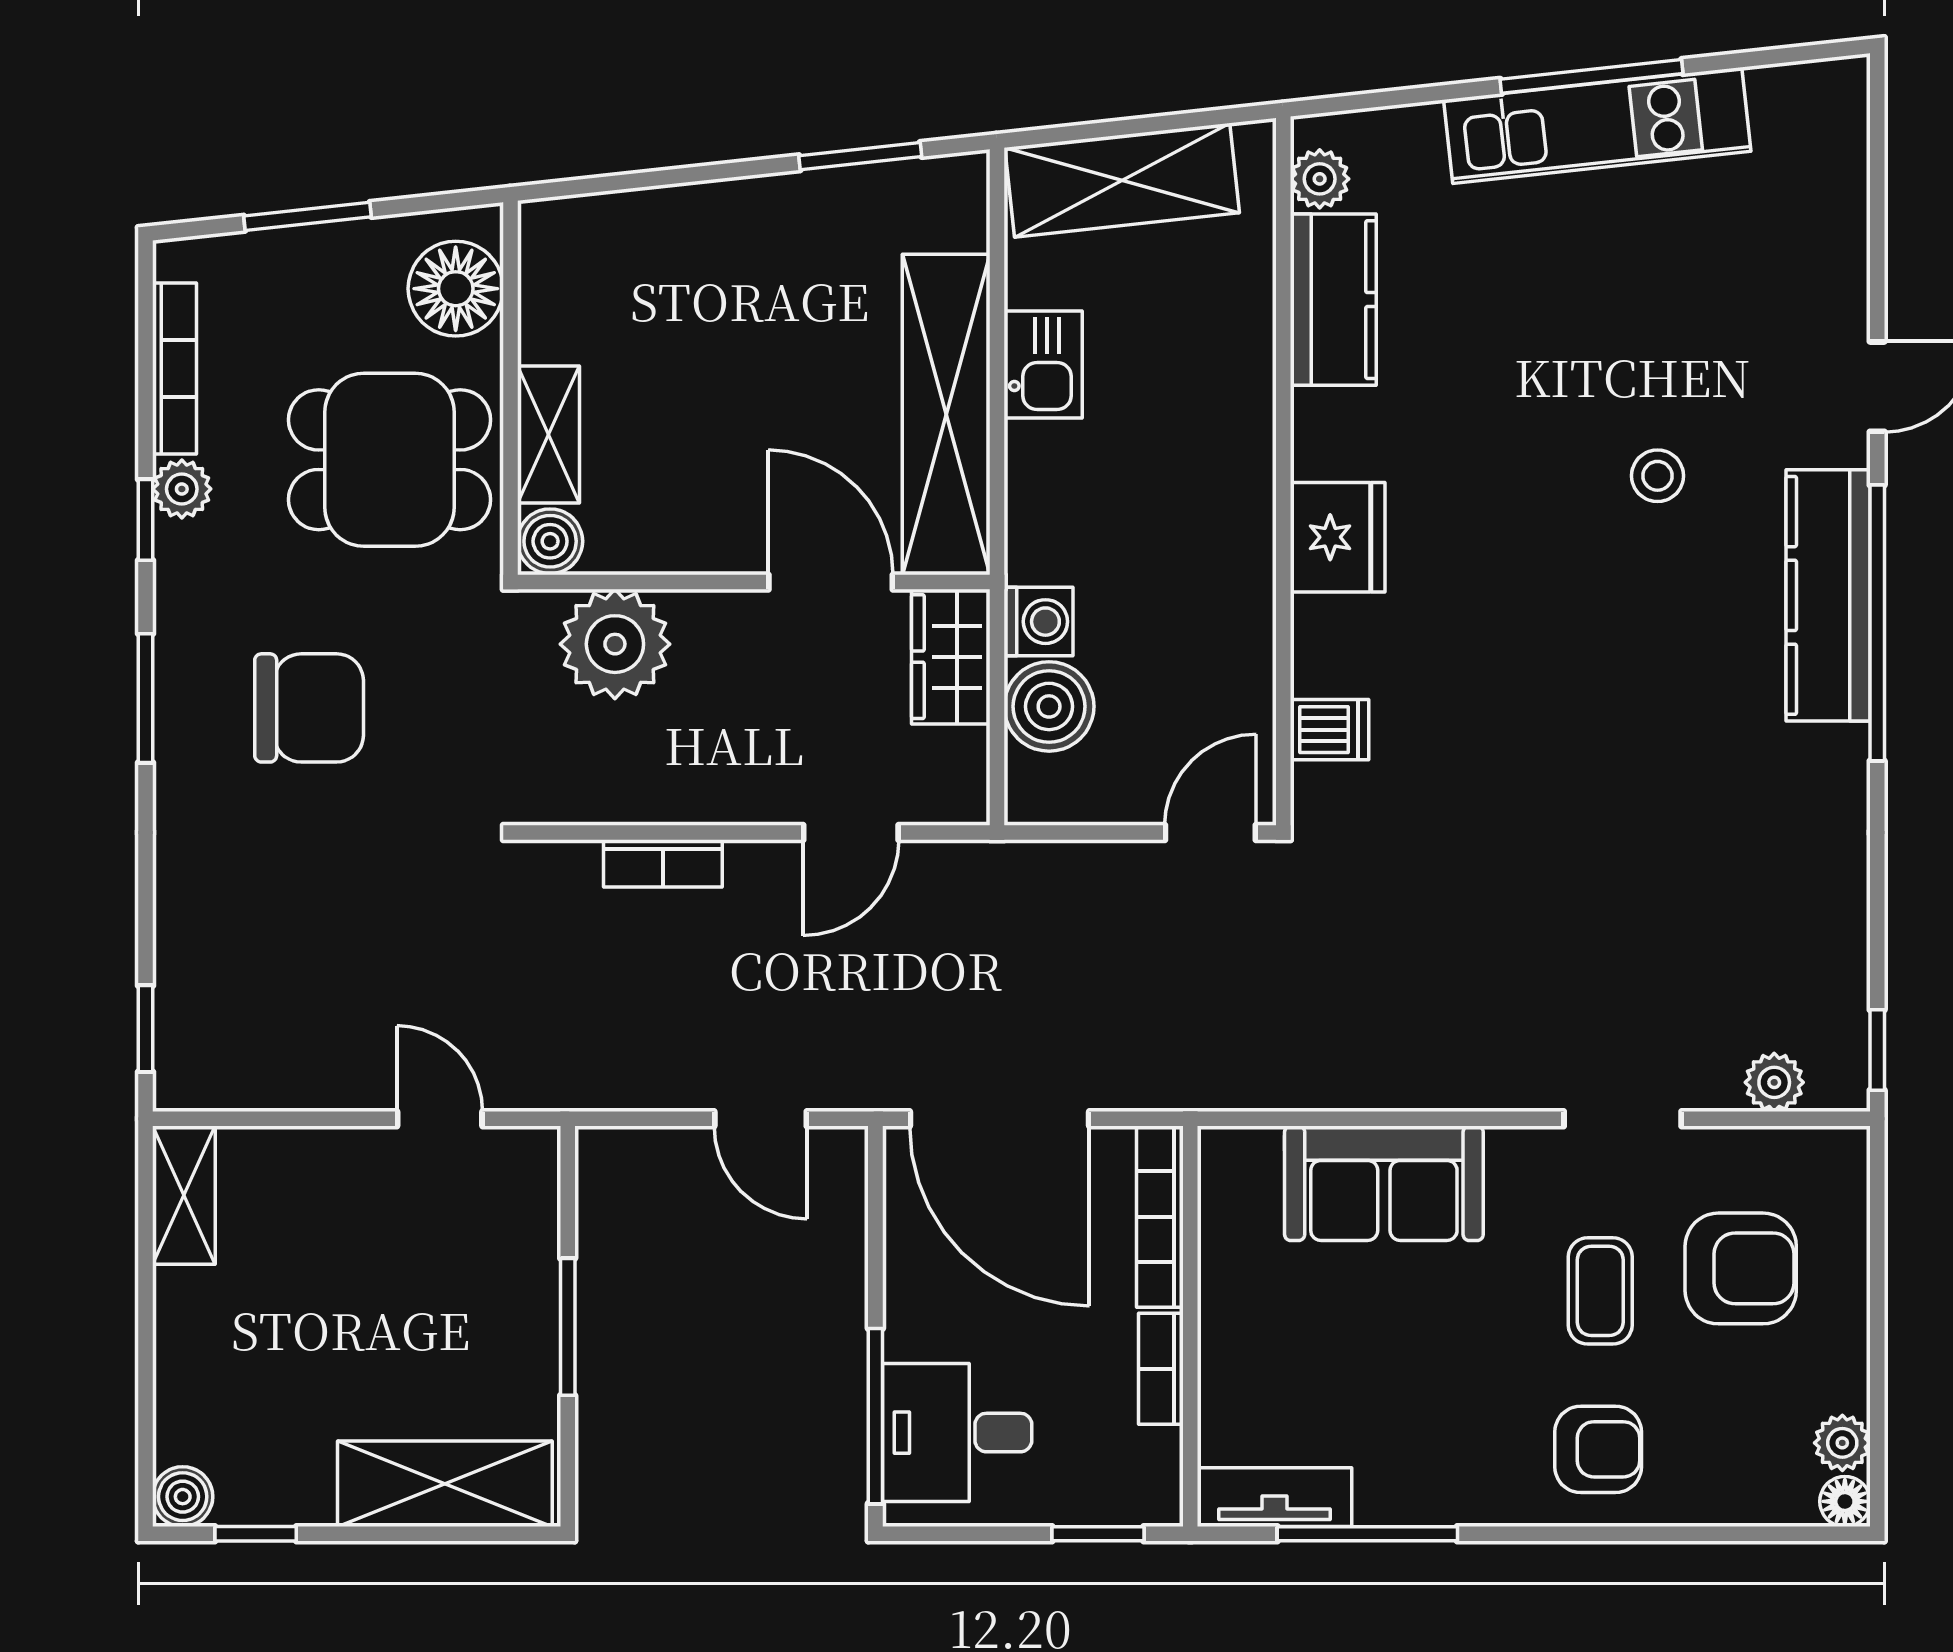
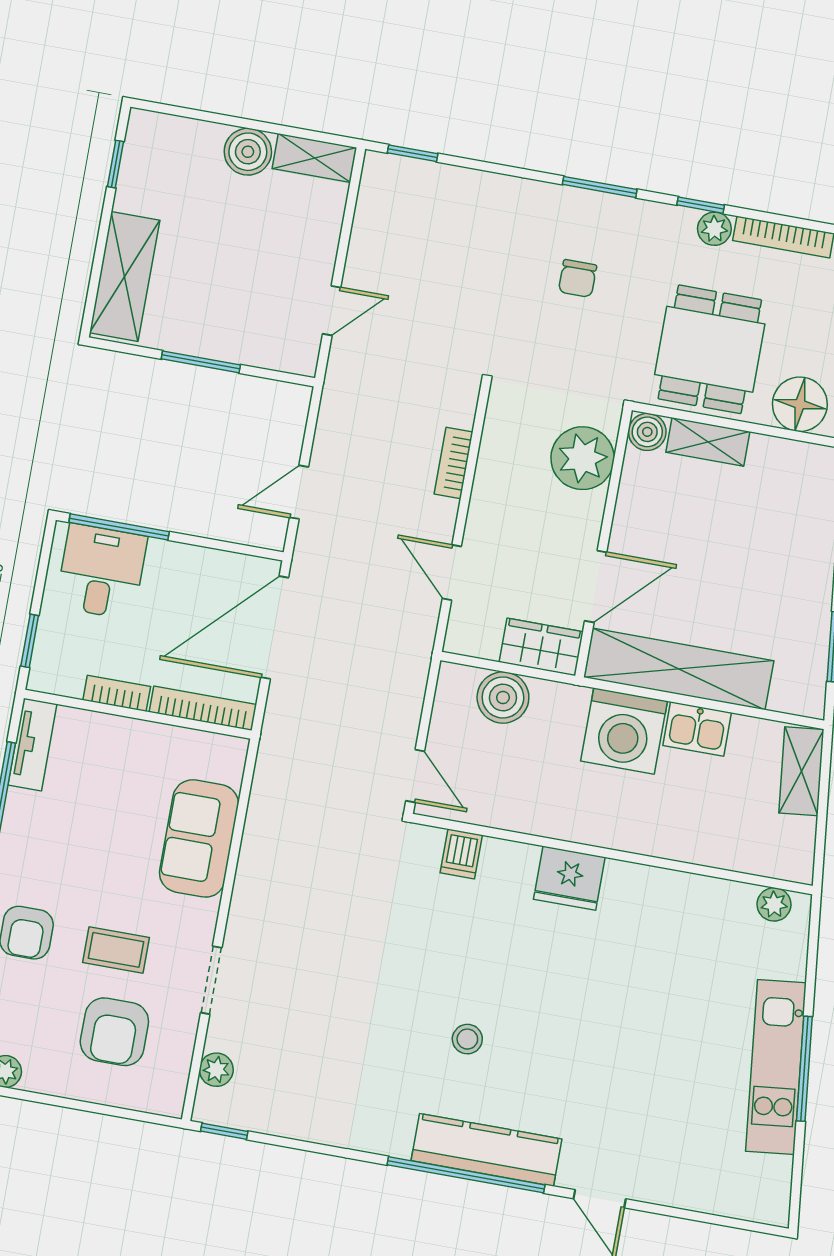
shelving: (1122, 180) -> (801, 771), width x0.67, depth x0.75
kitchen counter: (1333, 300) -> (704, 900), removed
stool: (1657, 476) -> (467, 1039), moved
washing machine: (1039, 622) -> (624, 731), moved, width x1.89, depth x1.89
chair: (309, 708) -> (578, 278), width x0.54, depth x0.54
boiler: (183, 1497) -> (248, 152), moved, width x1.36, depth x1.36

